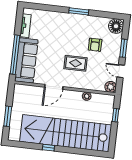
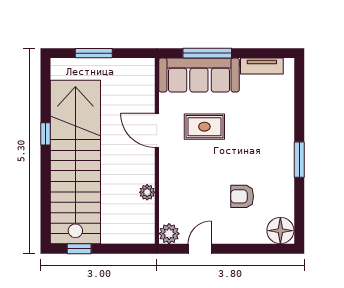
window: (123, 48) -> (242, 249), removed
window: (15, 55) -> (207, 53), width x0.68
rug: (76, 63) -> (204, 127), moved, turned 90
window: (116, 115) -> (79, 249), moved

